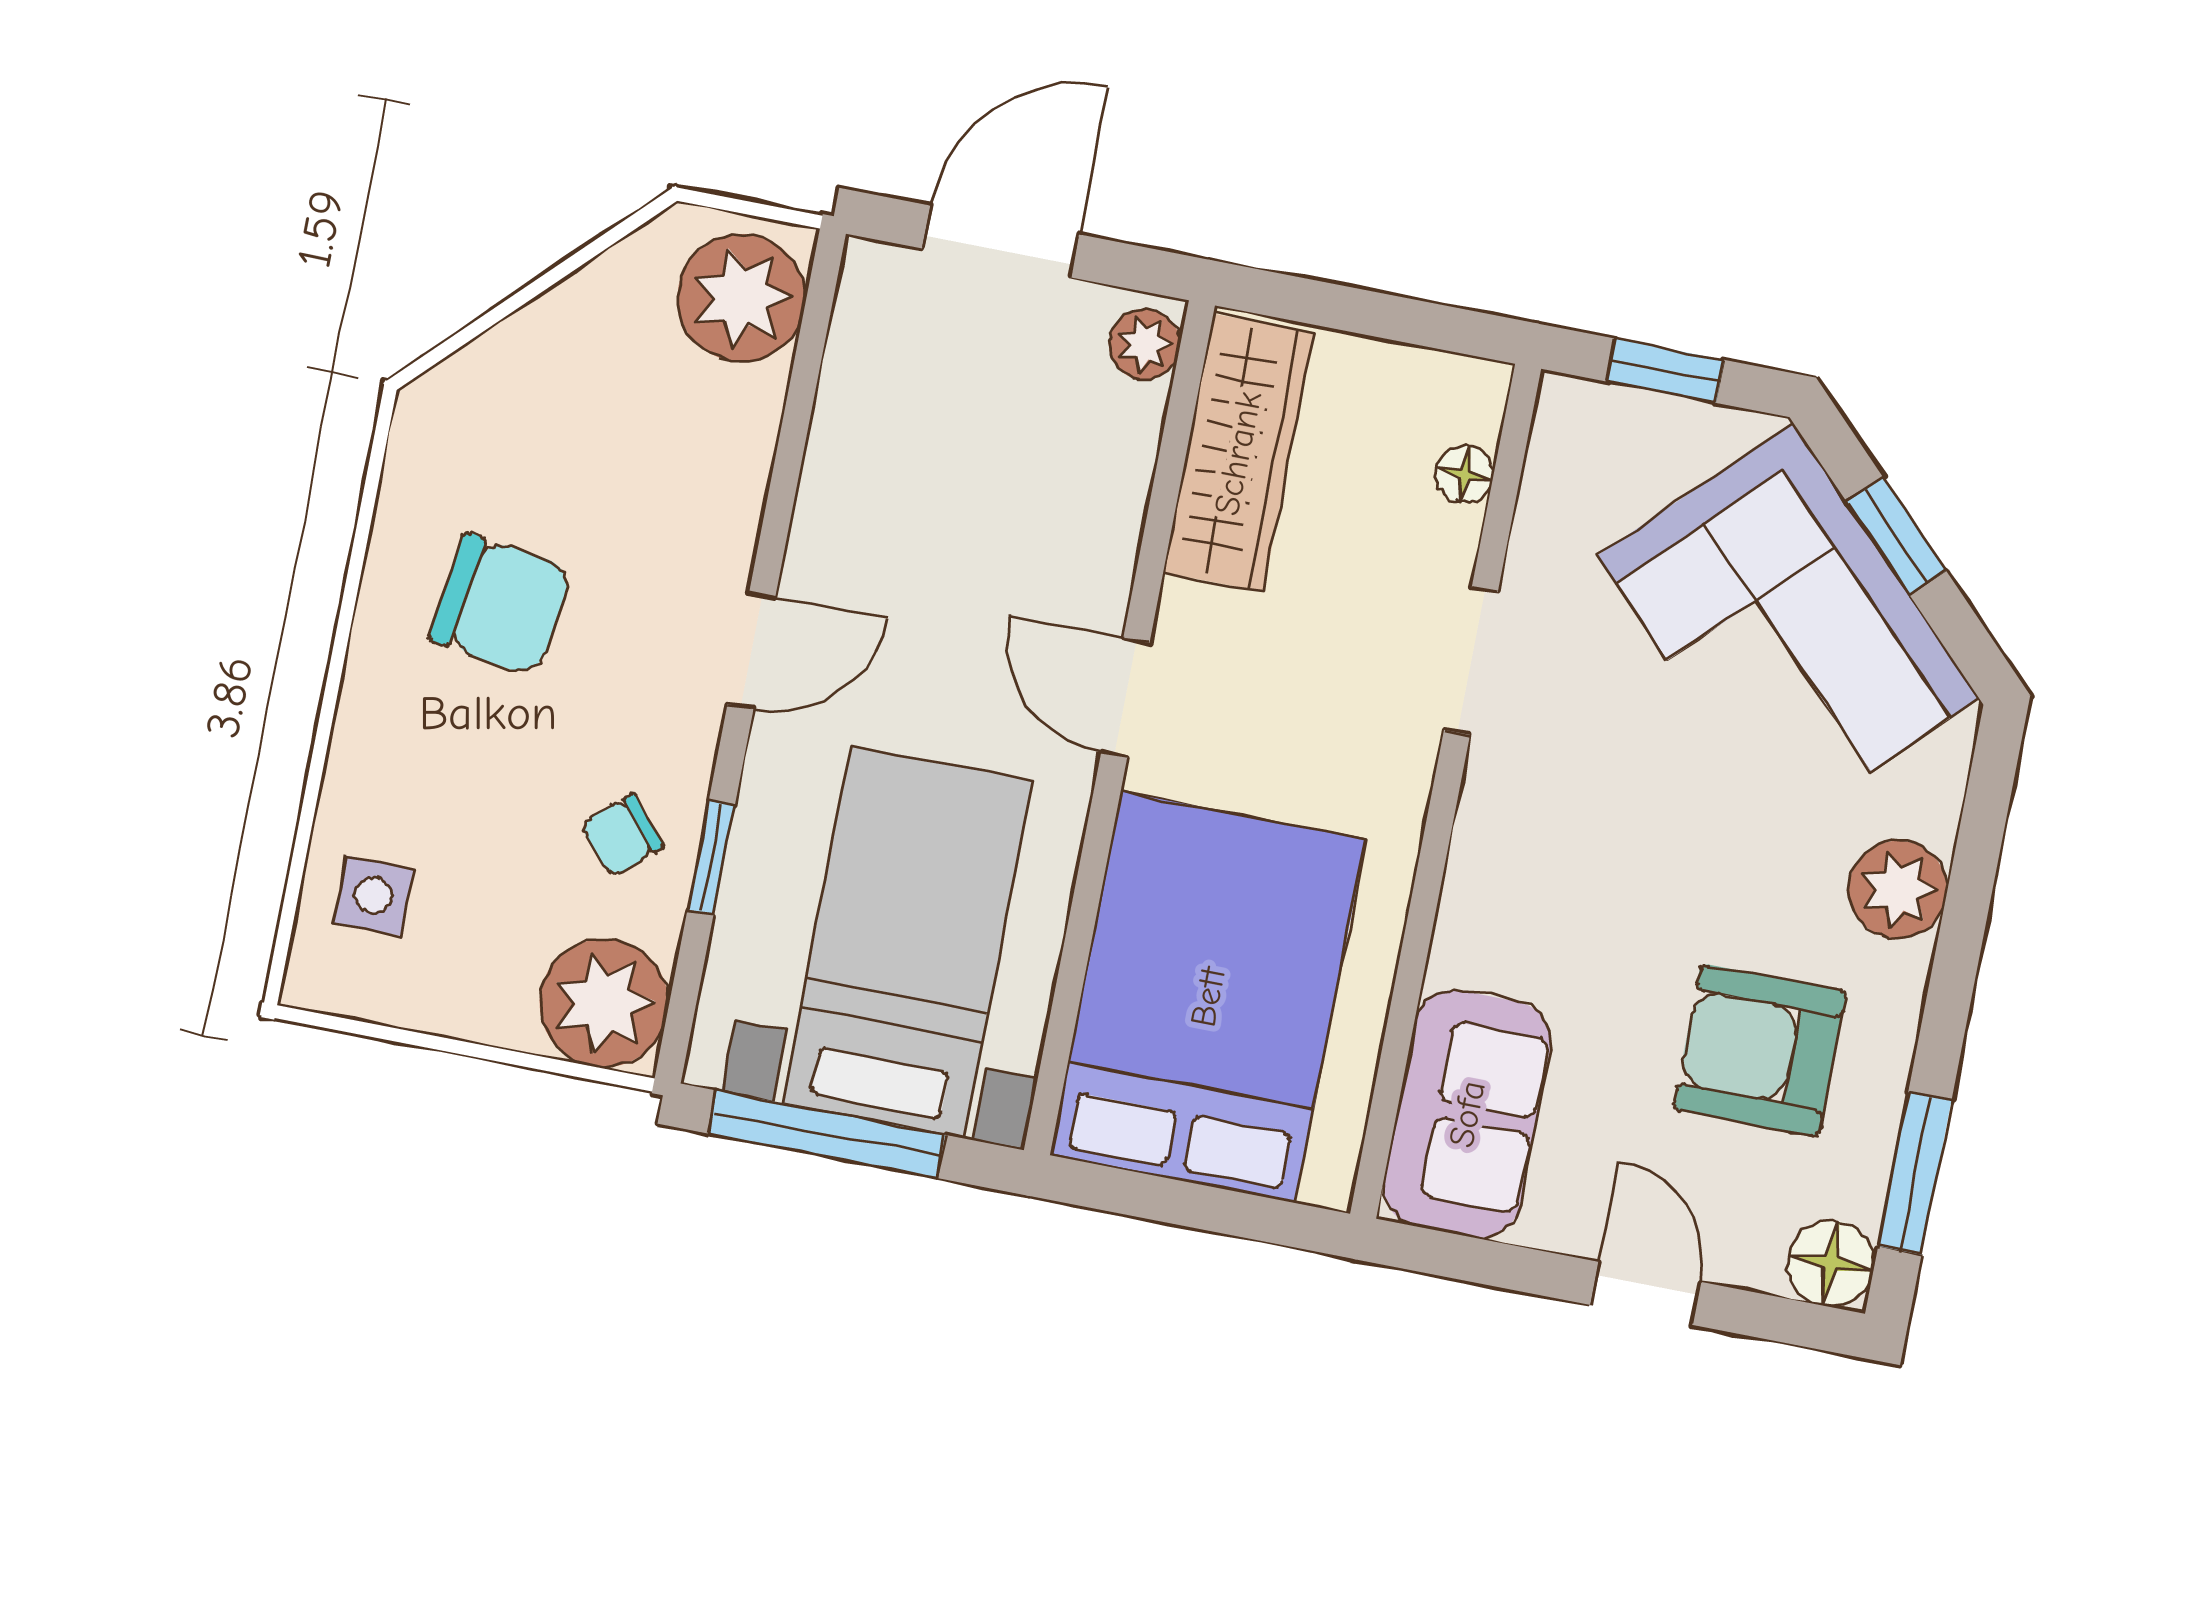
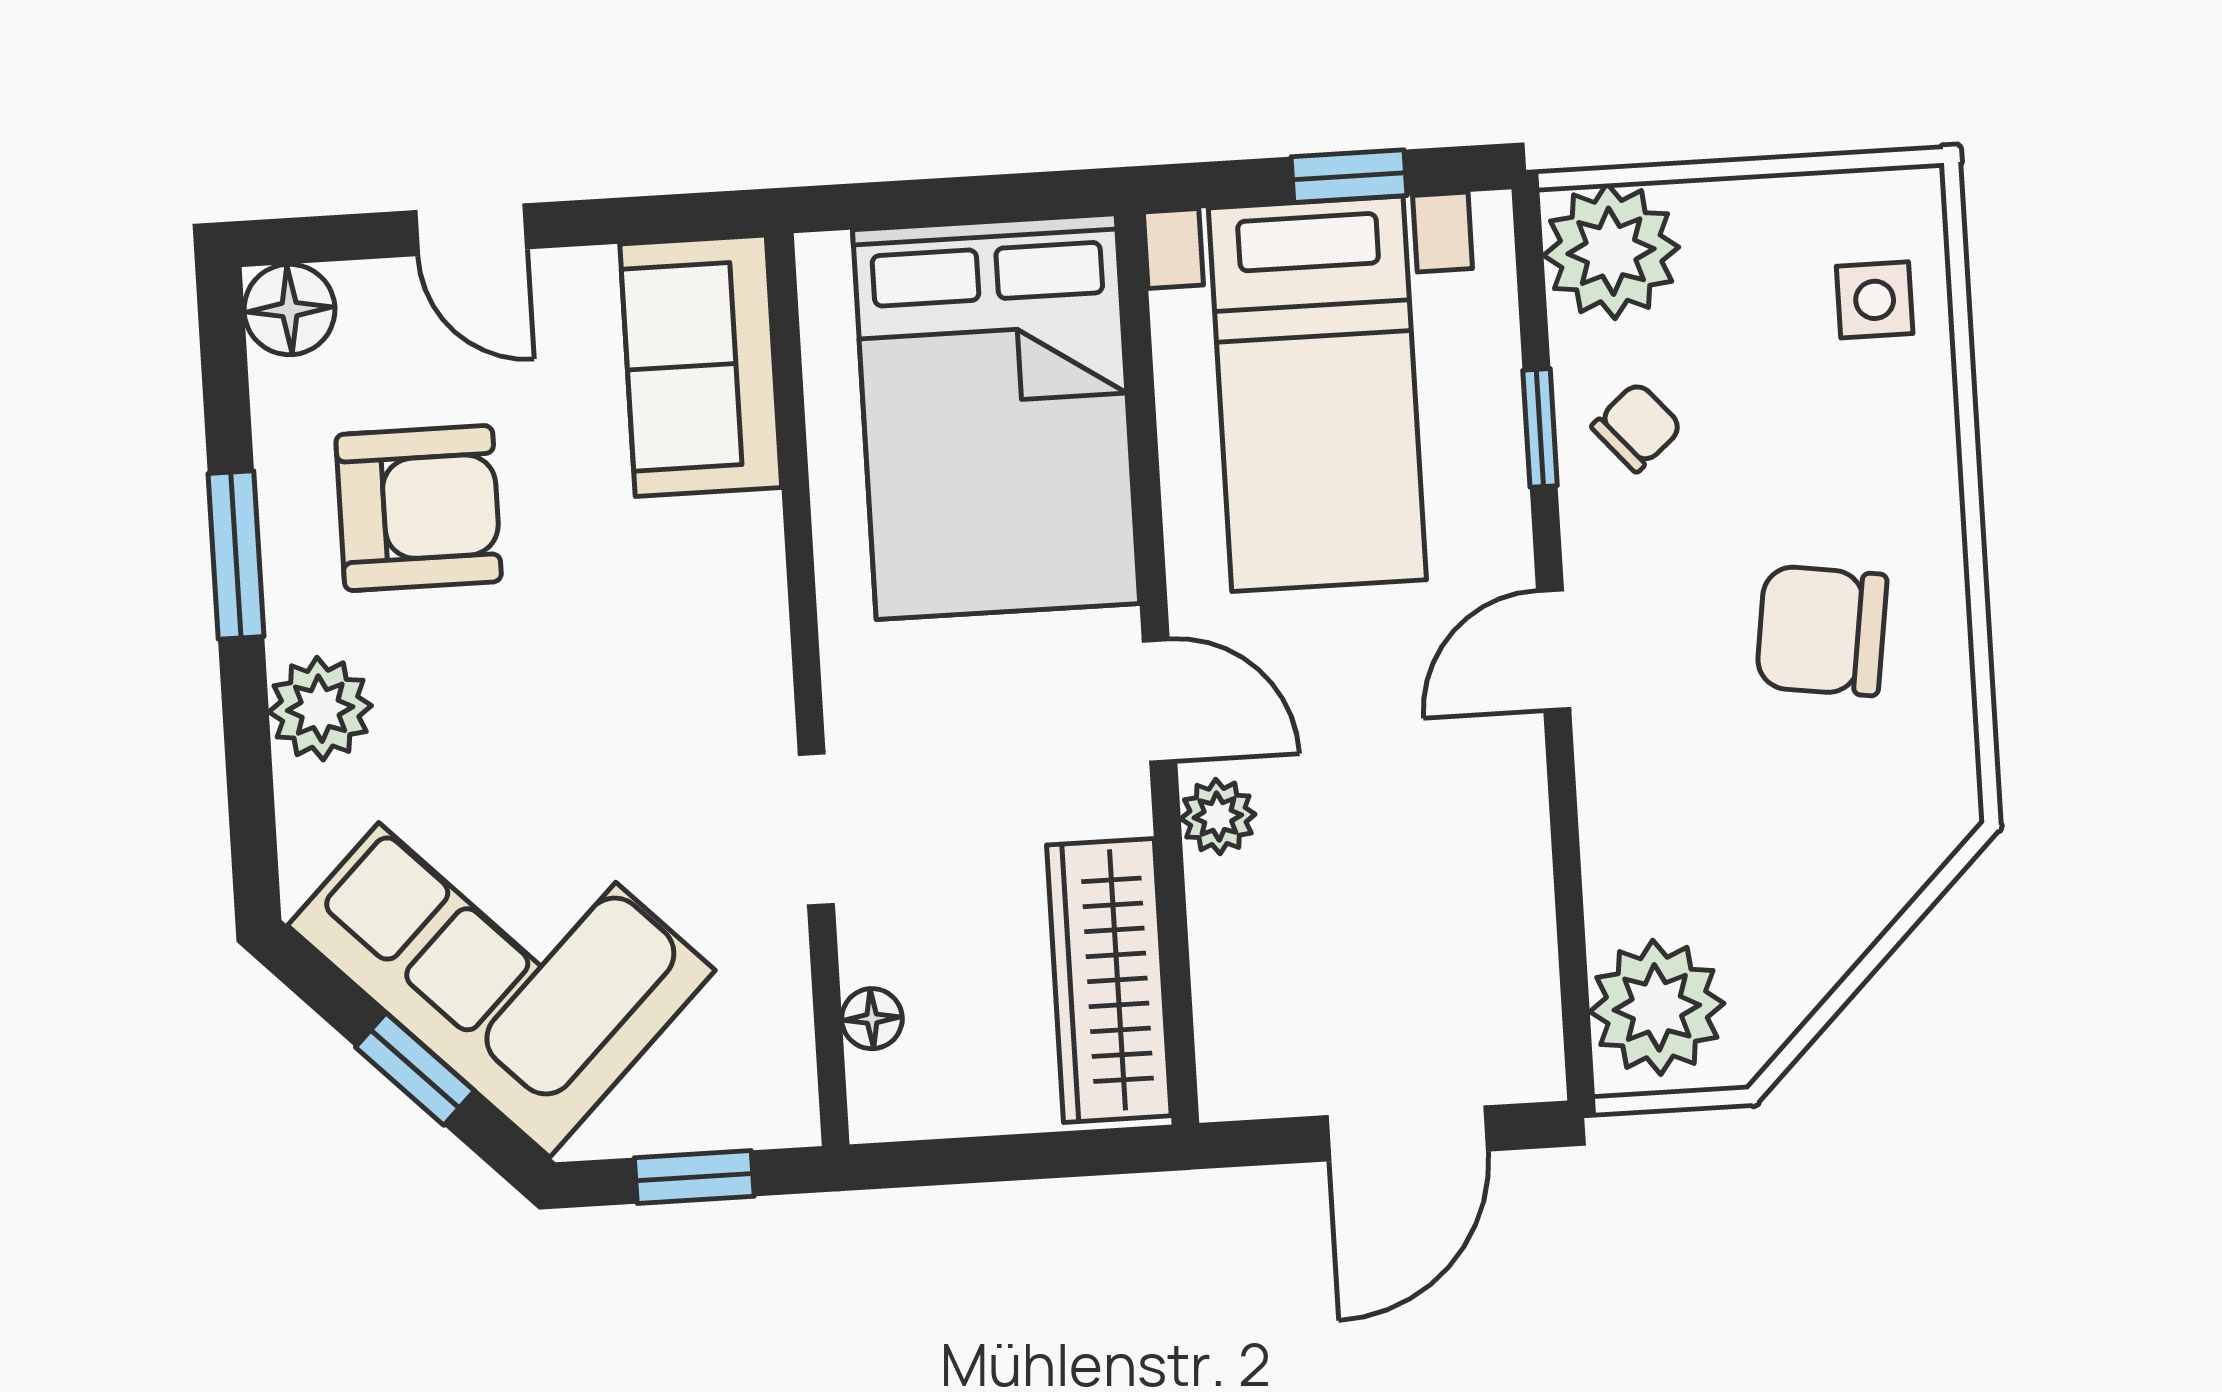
plant: (1144, 344) -> (1218, 816), moved
window: (827, 1134) -> (1349, 176), width x0.46
window: (1915, 1173) -> (236, 555), moved

